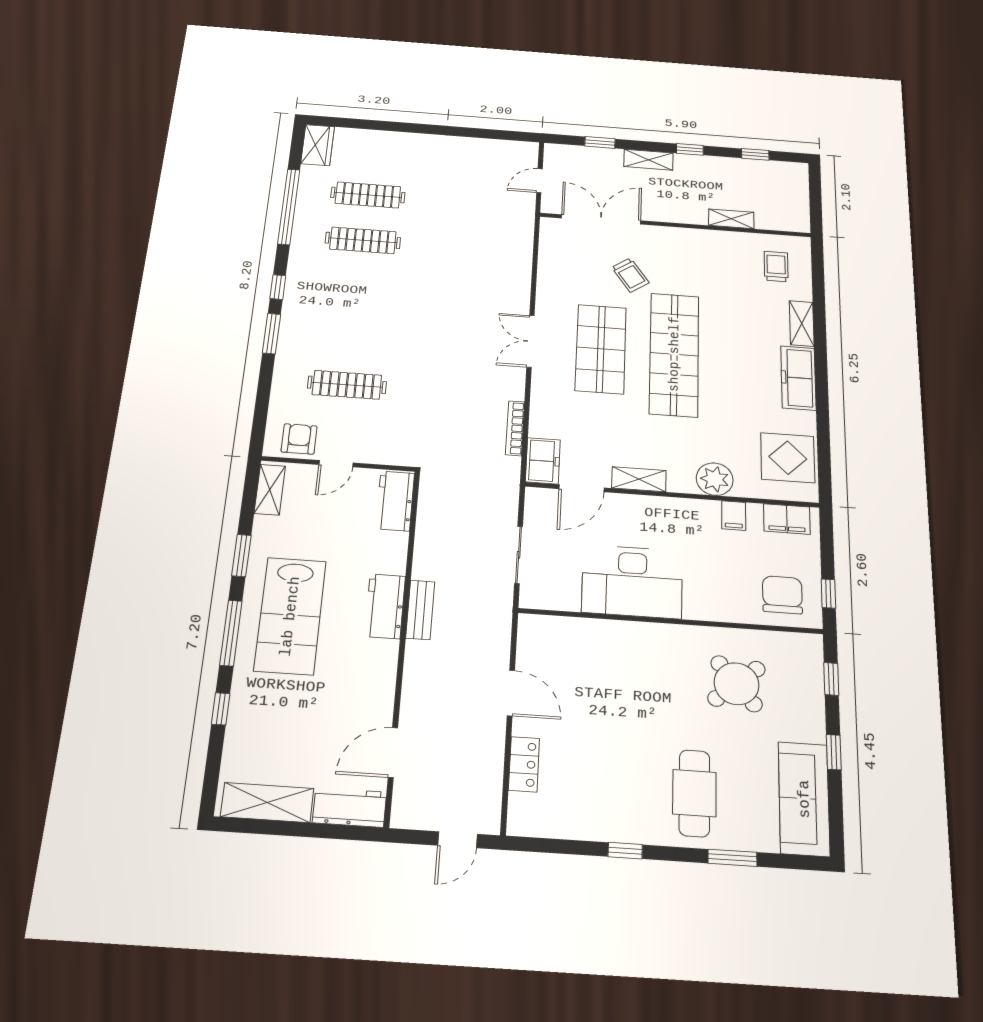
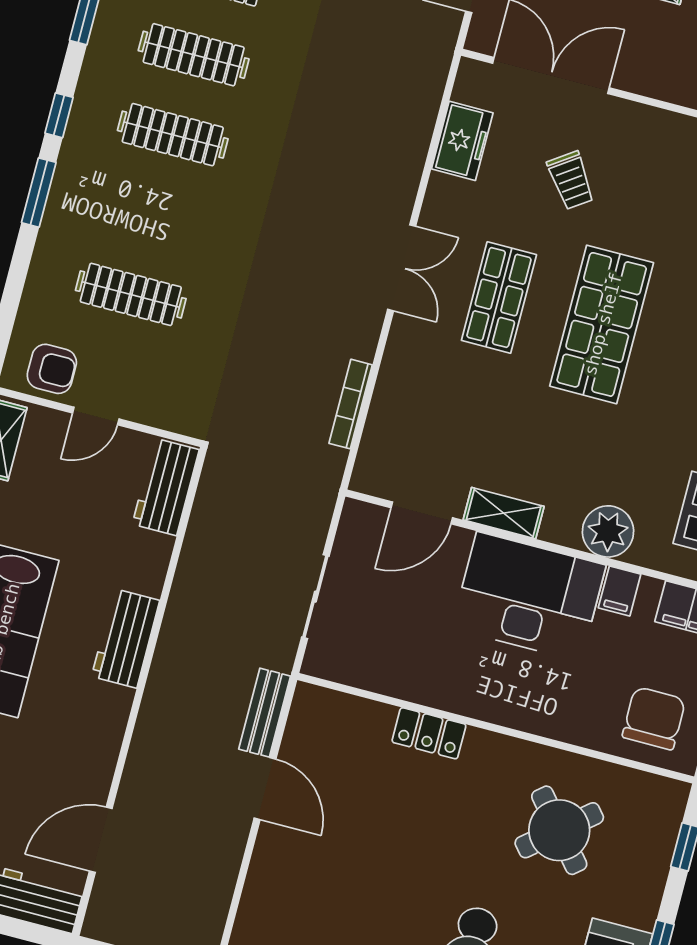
clothes rail: (358, 287) -> (173, 135), added
double door: (530, 341) -> (402, 268), swing flipped
shop shelf: (601, 349) -> (499, 298), width x0.70, depth x0.74
shop shelf: (674, 354) -> (602, 324), width x0.71
armchair: (299, 439) -> (52, 369), turned 90
freezer: (543, 461) -> (462, 141), moved
desk: (632, 582) -> (529, 597), moved, turned 180
bench: (420, 610) -> (265, 713), moved
locker: (524, 764) -> (429, 733), moved, turned 90

